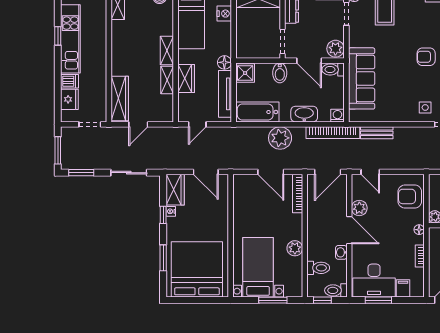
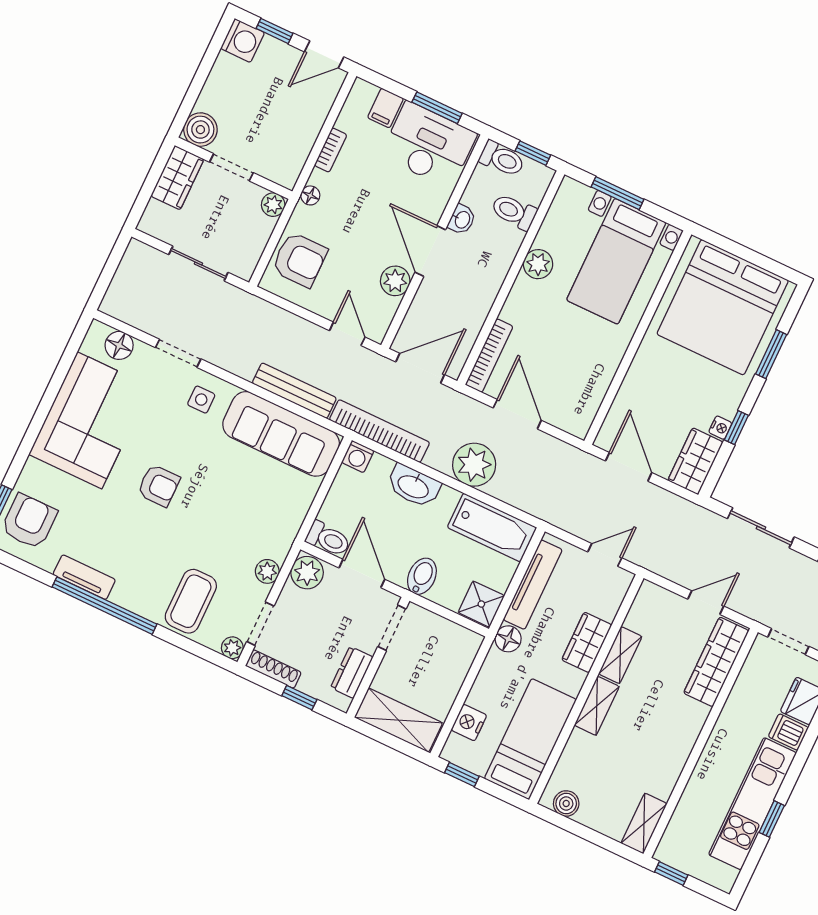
plant: (355, 40) -> (267, 571), added
sofa: (362, 78) -> (281, 434), moved, turned -90
bench: (377, 133) -> (294, 391), width x1.36

